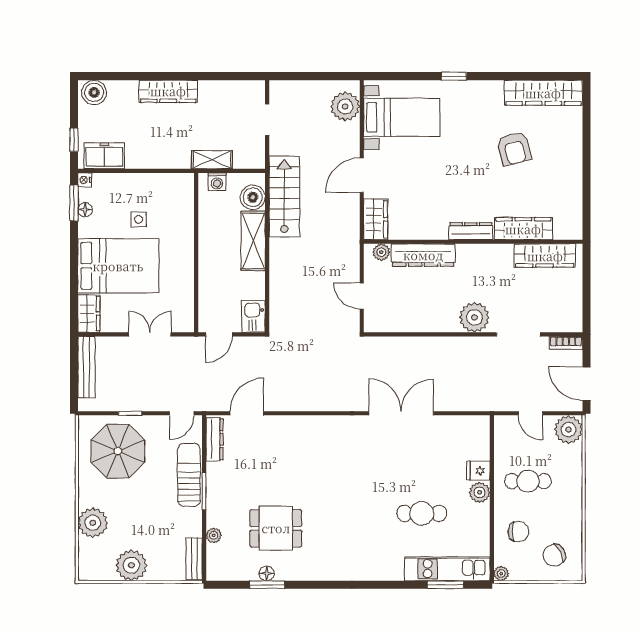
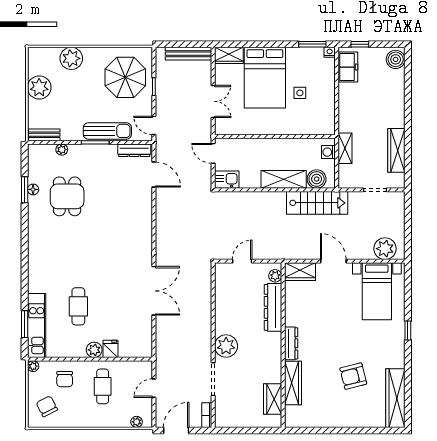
wardrobe: (168, 91) -> (396, 150), moved
floor lamp: (85, 210) -> (307, 53), removed
wardrobe: (545, 256) -> (273, 399), width x0.67
plant: (568, 430) -> (137, 422), width x0.53, depth x0.53

